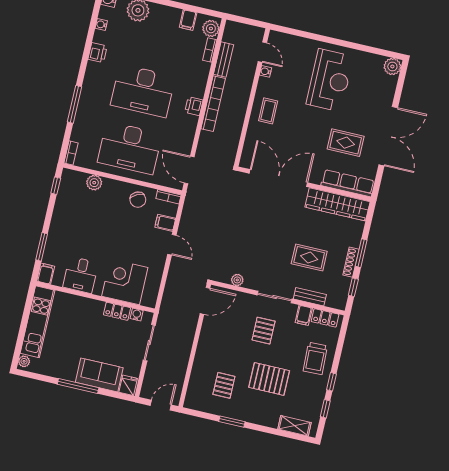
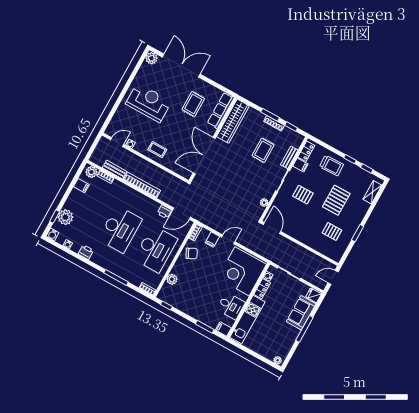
printer: (194, 106) -> (164, 212), moved
double door: (388, 136) -> (181, 66), moved
corner desk: (125, 282) -> (242, 271), width x1.36, depth x1.36
kitchen unit: (37, 322) -> (247, 320), moved, turned 90
door: (161, 405) -> (333, 277), hinge flipped

